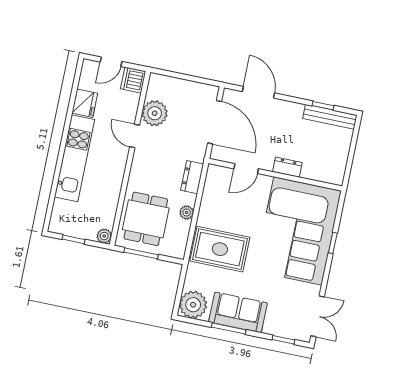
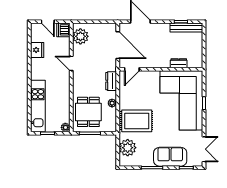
door: (111, 62) -> (48, 22), hinge flipped
plant: (155, 113) -> (80, 36), moved
kitchen unit: (75, 158) -> (38, 106), moved
dresser: (287, 167) -> (179, 63), moved
door: (246, 169) -> (132, 69), moved
plant: (193, 305) -> (128, 148), moved
sofa: (238, 312) -> (170, 157), moved

